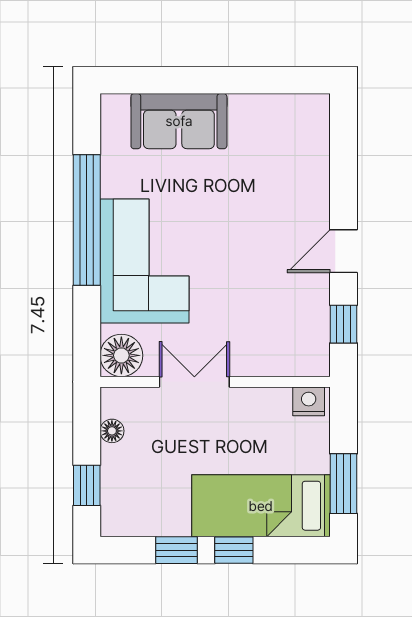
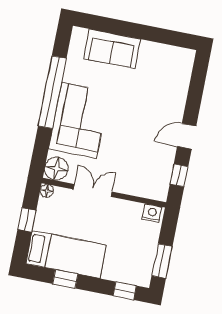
floor lamp: (112, 431) -> (47, 191), moved
window: (87, 485) -> (27, 220), moved
bed: (261, 506) -> (66, 254), moved, turned 180
window: (234, 550) -> (125, 291), moved

